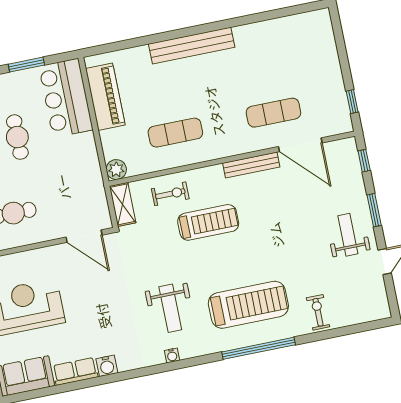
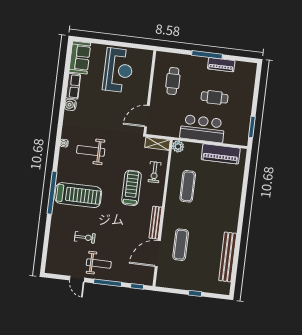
bench: (192, 46) -> (228, 257), moved
window: (26, 65) -> (252, 127), moved
bar counter: (66, 98) -> (202, 129), moved
window: (352, 102) -> (195, 293), moved
window: (374, 210) -> (108, 283), width x1.44
treadmill: (208, 222) -> (132, 188), turned 180
treadmill: (248, 305) -> (78, 195), turned -90
exercise bike: (318, 312) -> (85, 237), moved

